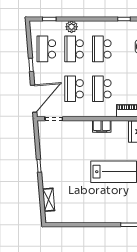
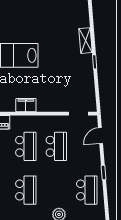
school desk: (74, 49) -> (56, 190), removed
door: (34, 99) -> (101, 136), width x0.53
shelving: (49, 200) -> (85, 41), moved

